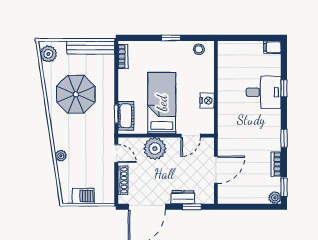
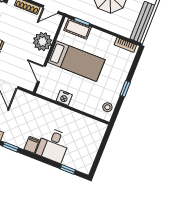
filing cabinet: (272, 47) -> (32, 145), moved
window: (284, 88) -> (68, 169), moved

